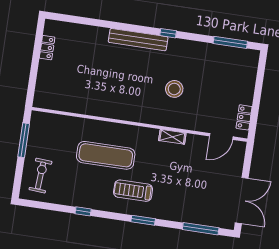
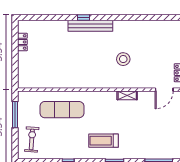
window: (168, 33) -> (83, 18), moved
window: (230, 42) -> (160, 18), removed
exercise mat: (106, 155) -> (62, 110), moved

